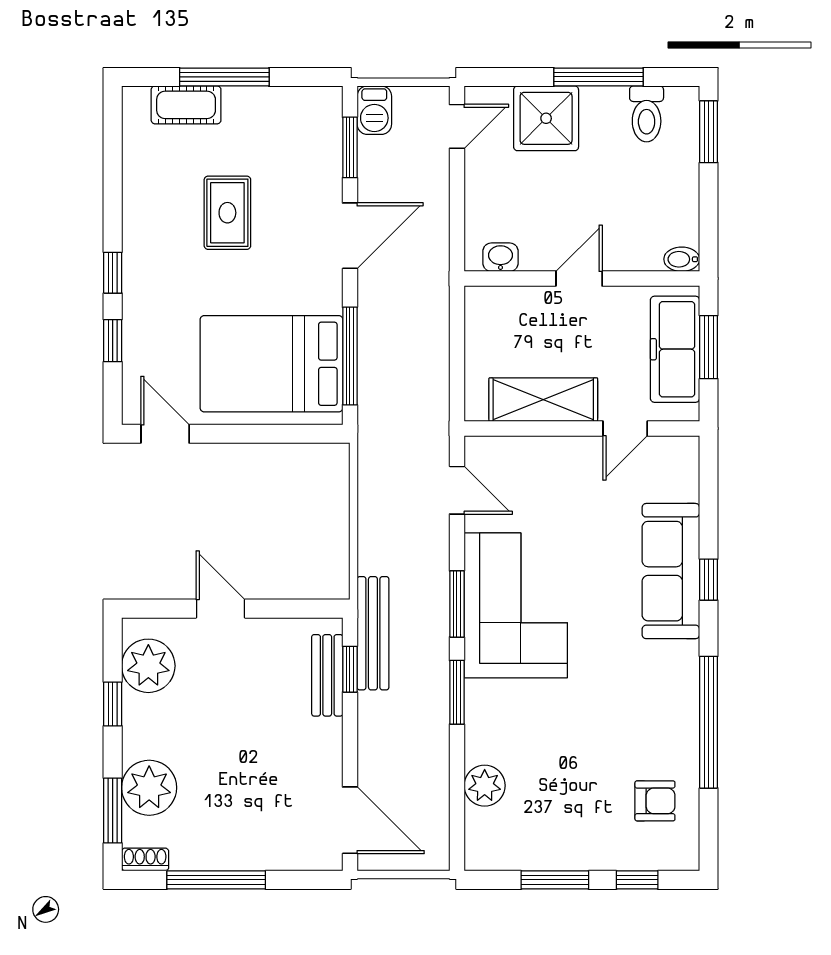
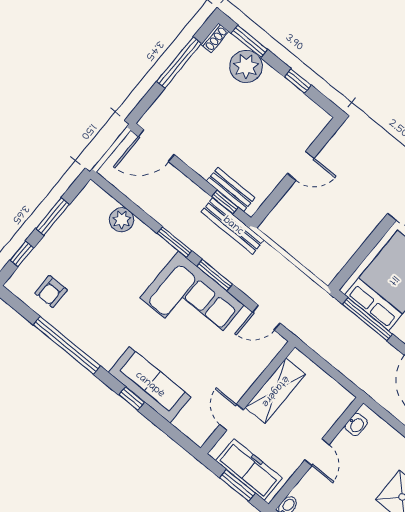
plant: (148, 666) -> (302, 112), removed

